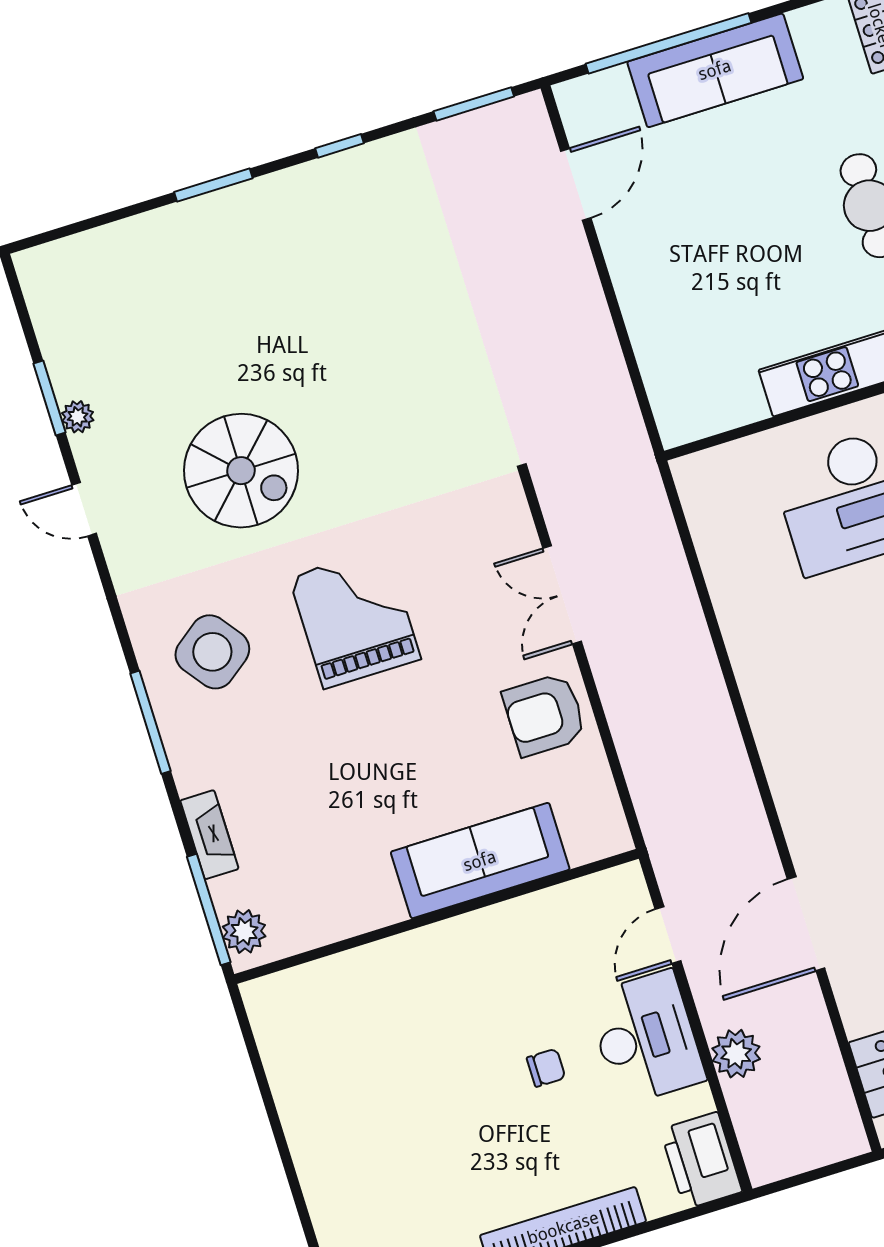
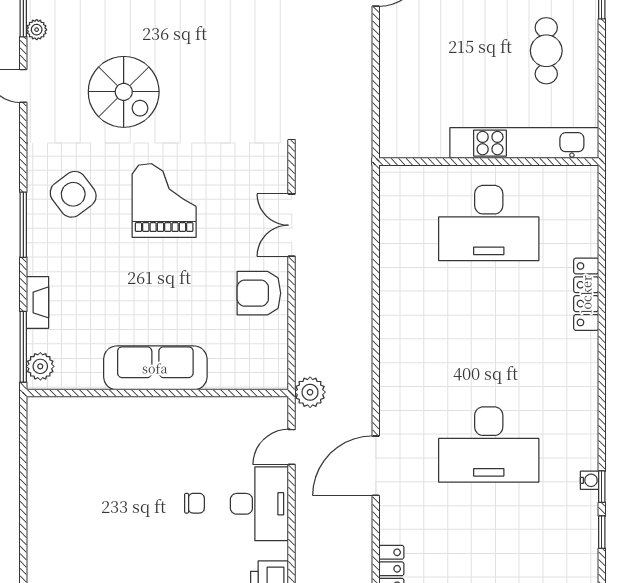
sofa: (480, 861) -> (155, 368), moved
plant: (736, 1054) -> (310, 392), moved

